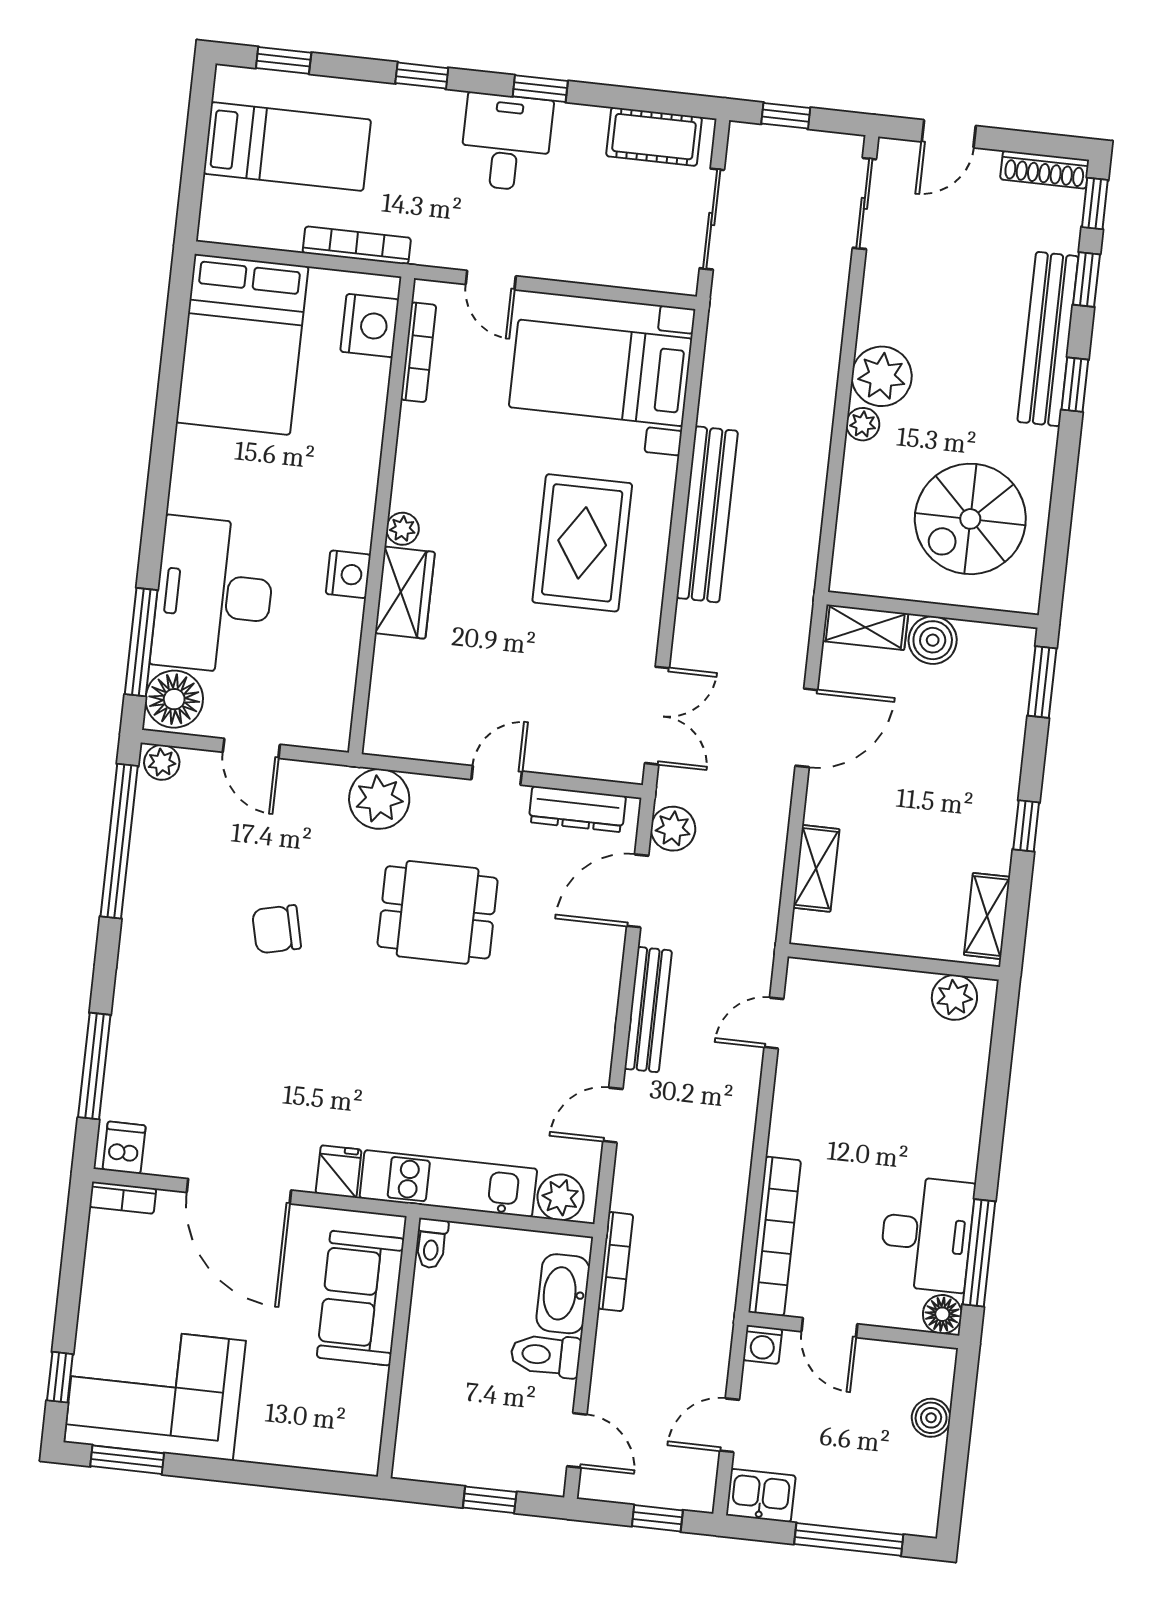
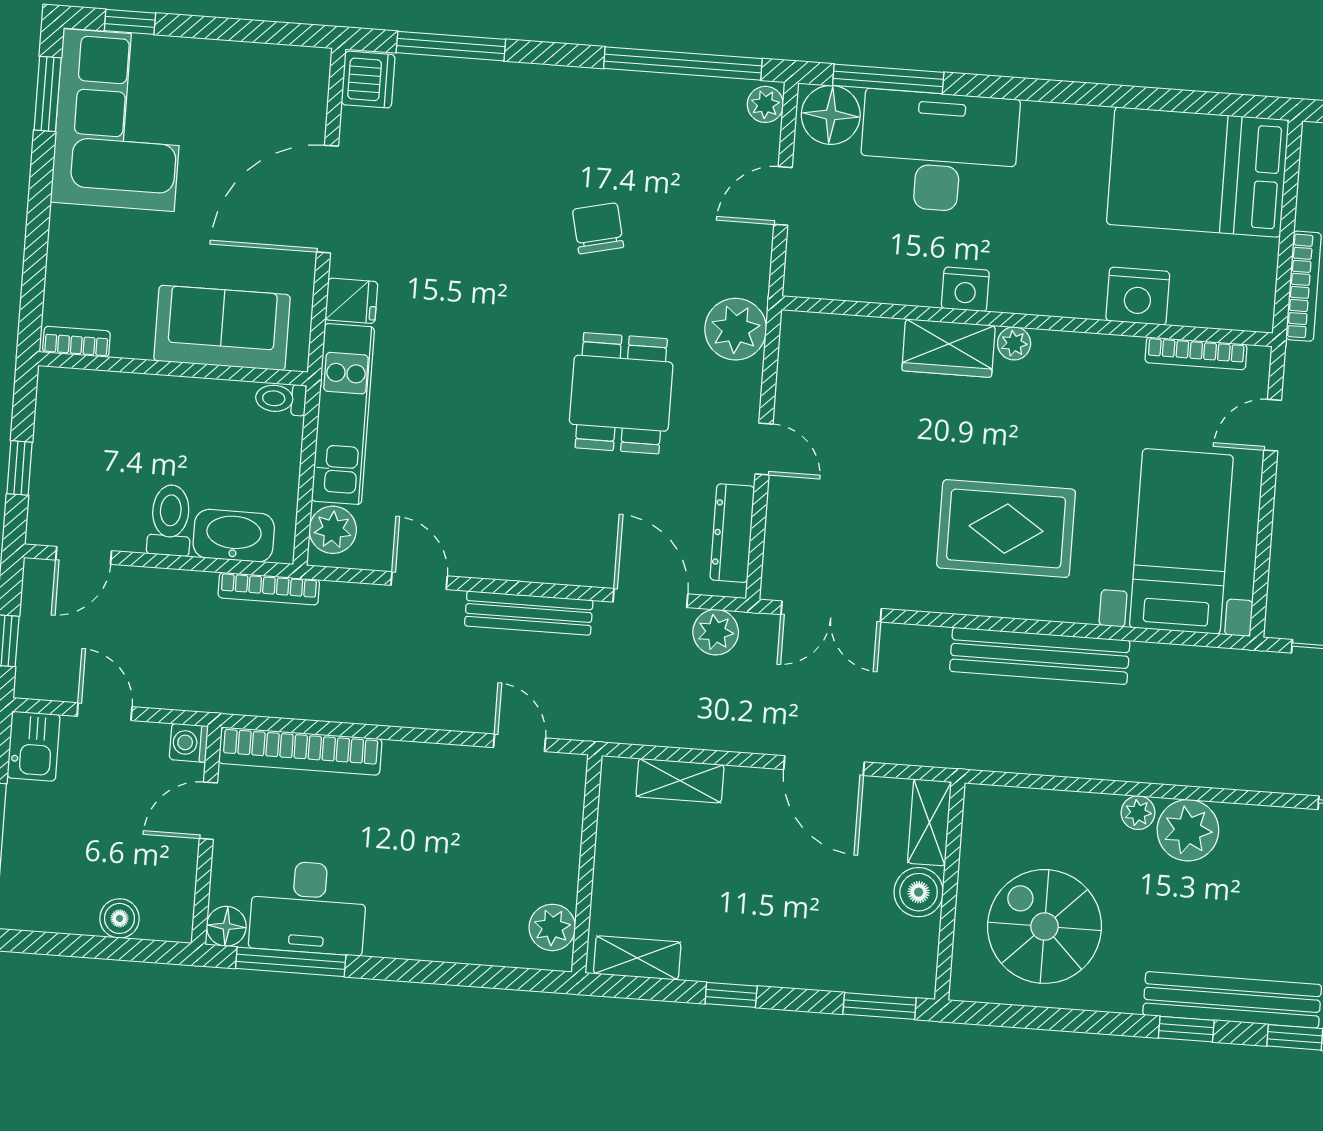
nightstand: (370, 326) -> (1138, 296), moved
dishwasher: (124, 1148) -> (368, 80), width x1.38
bookcase: (123, 1198) -> (76, 342), moved, turned 90

